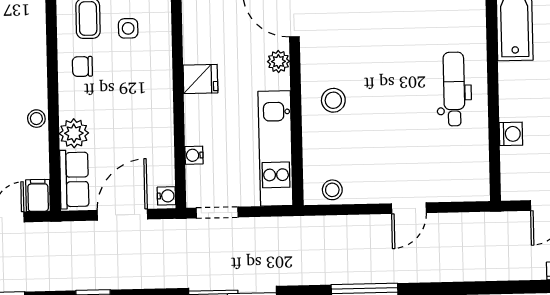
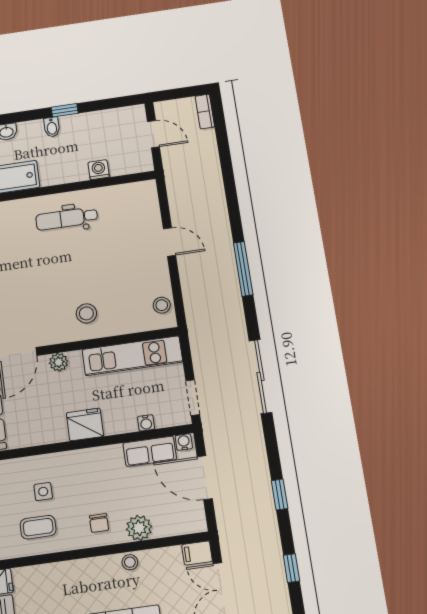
chair: (82, 66) -> (99, 523), moved
fridge: (200, 79) -> (85, 425), width x1.38
row of seats: (74, 179) -> (150, 451), moved, turned 180

